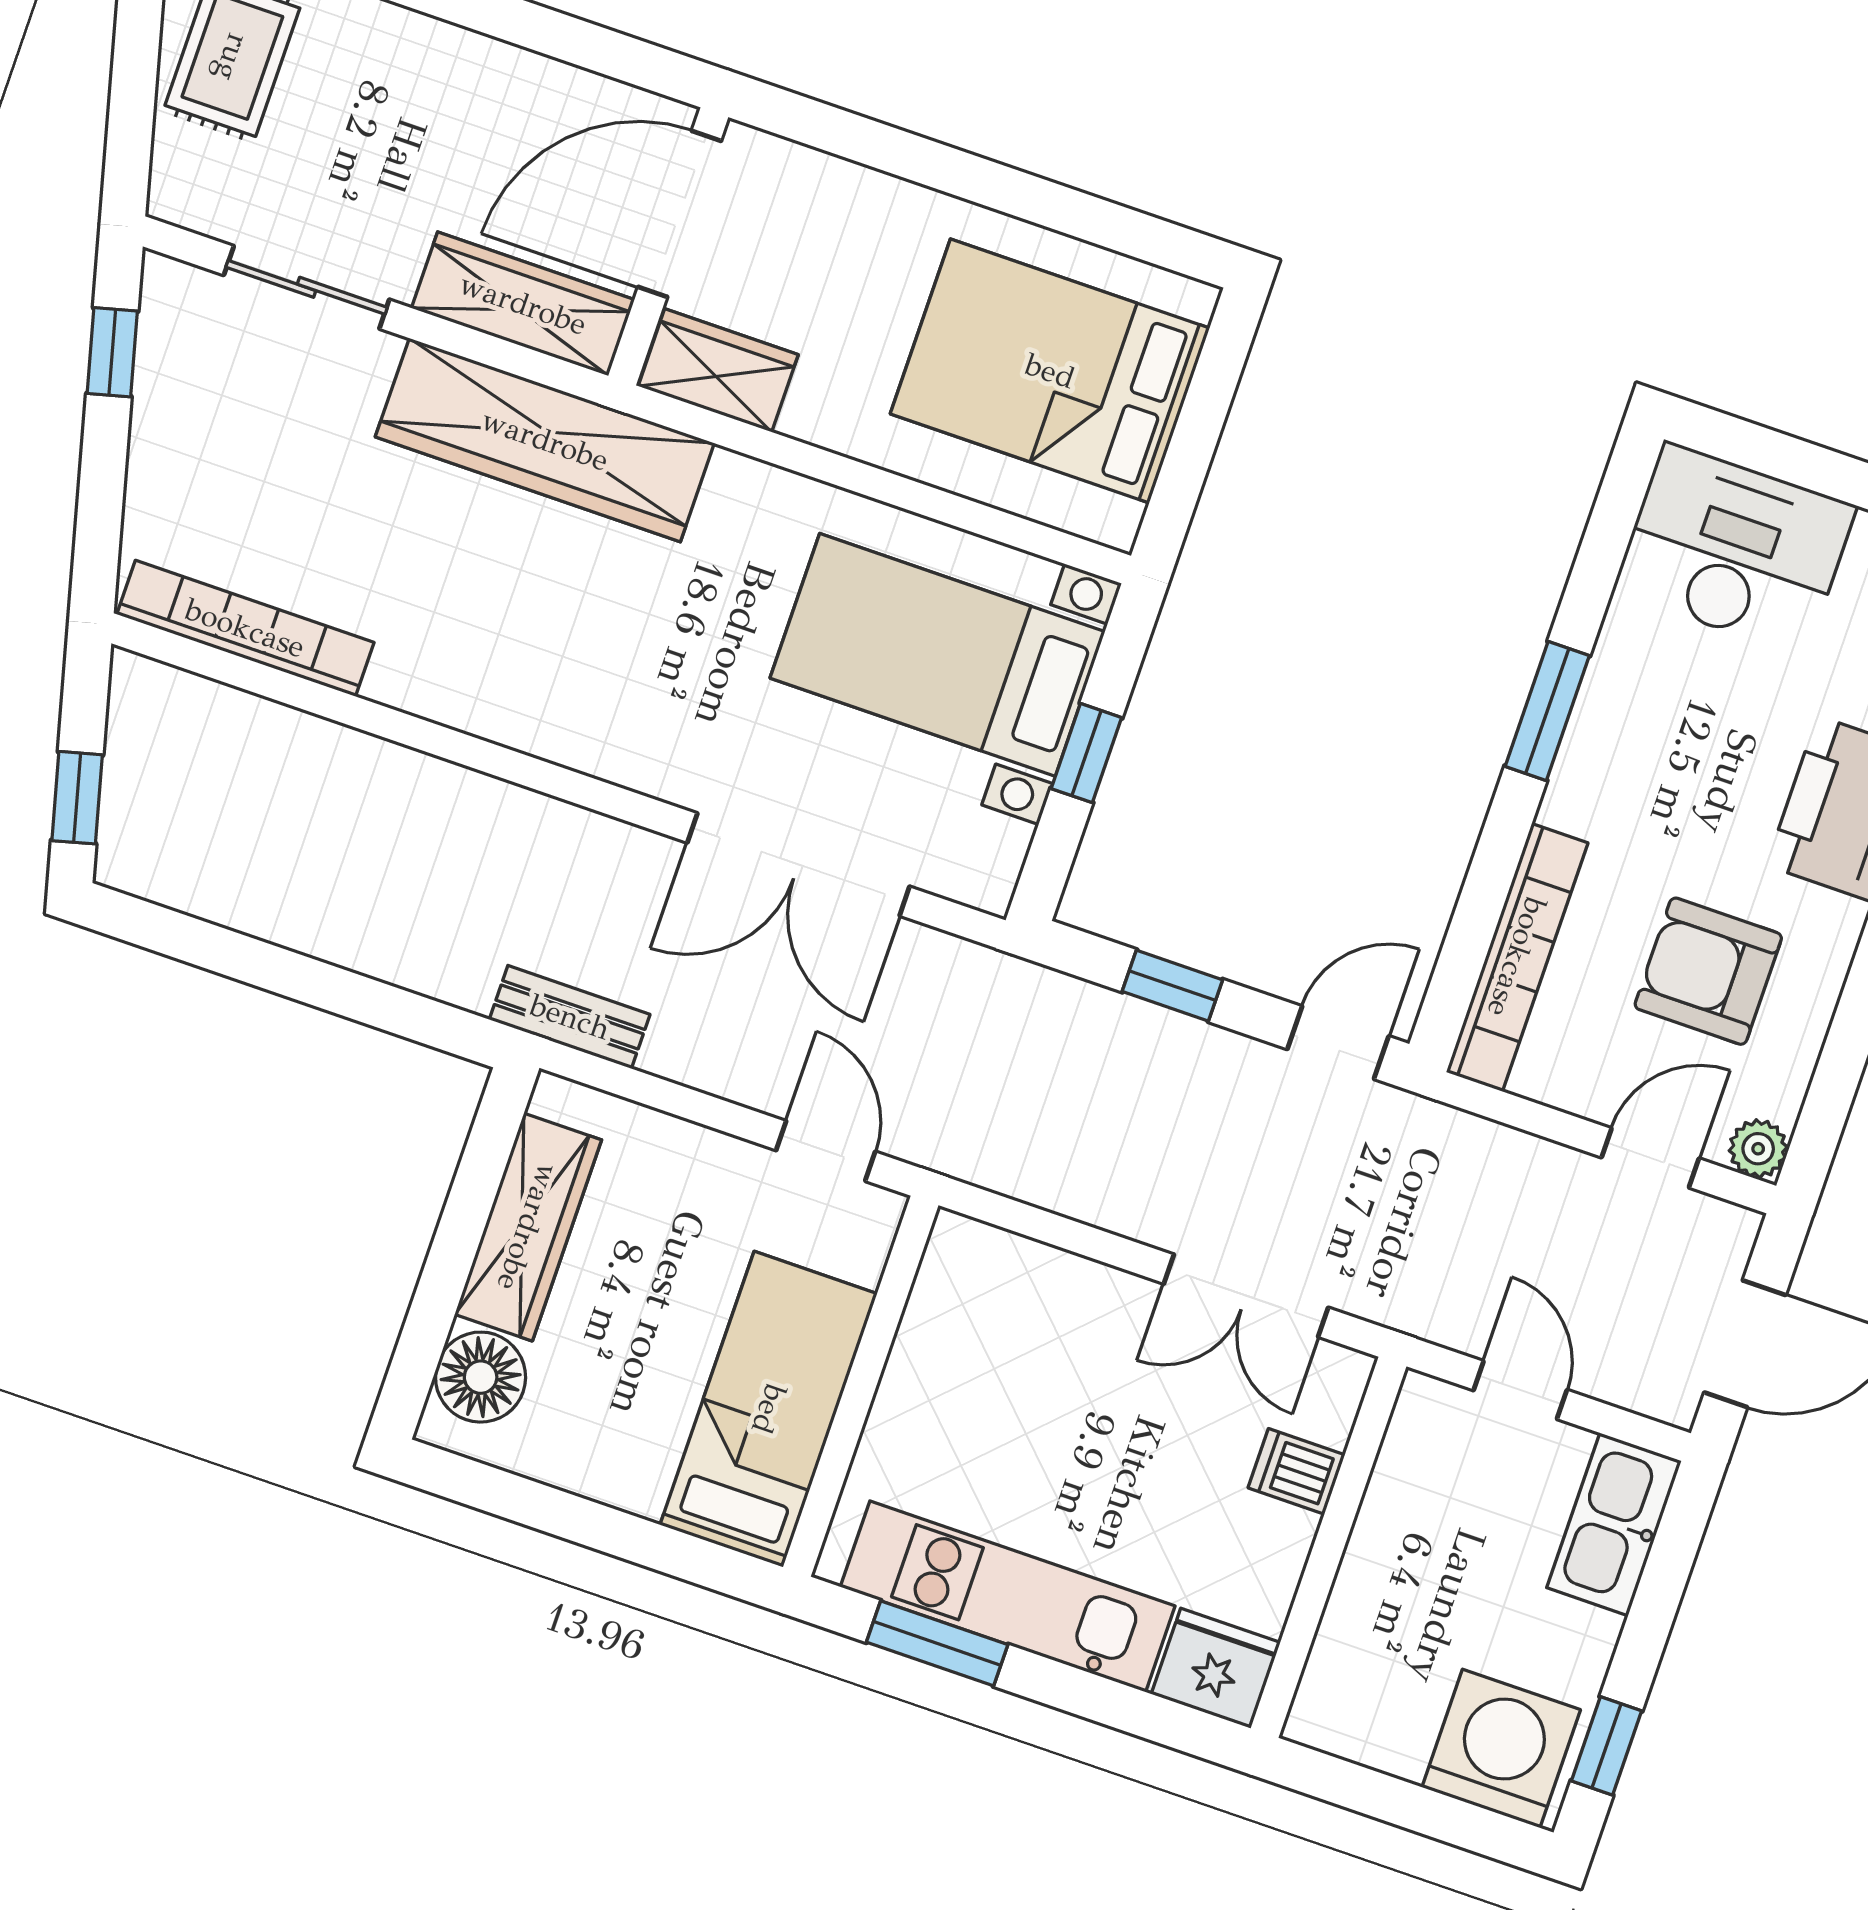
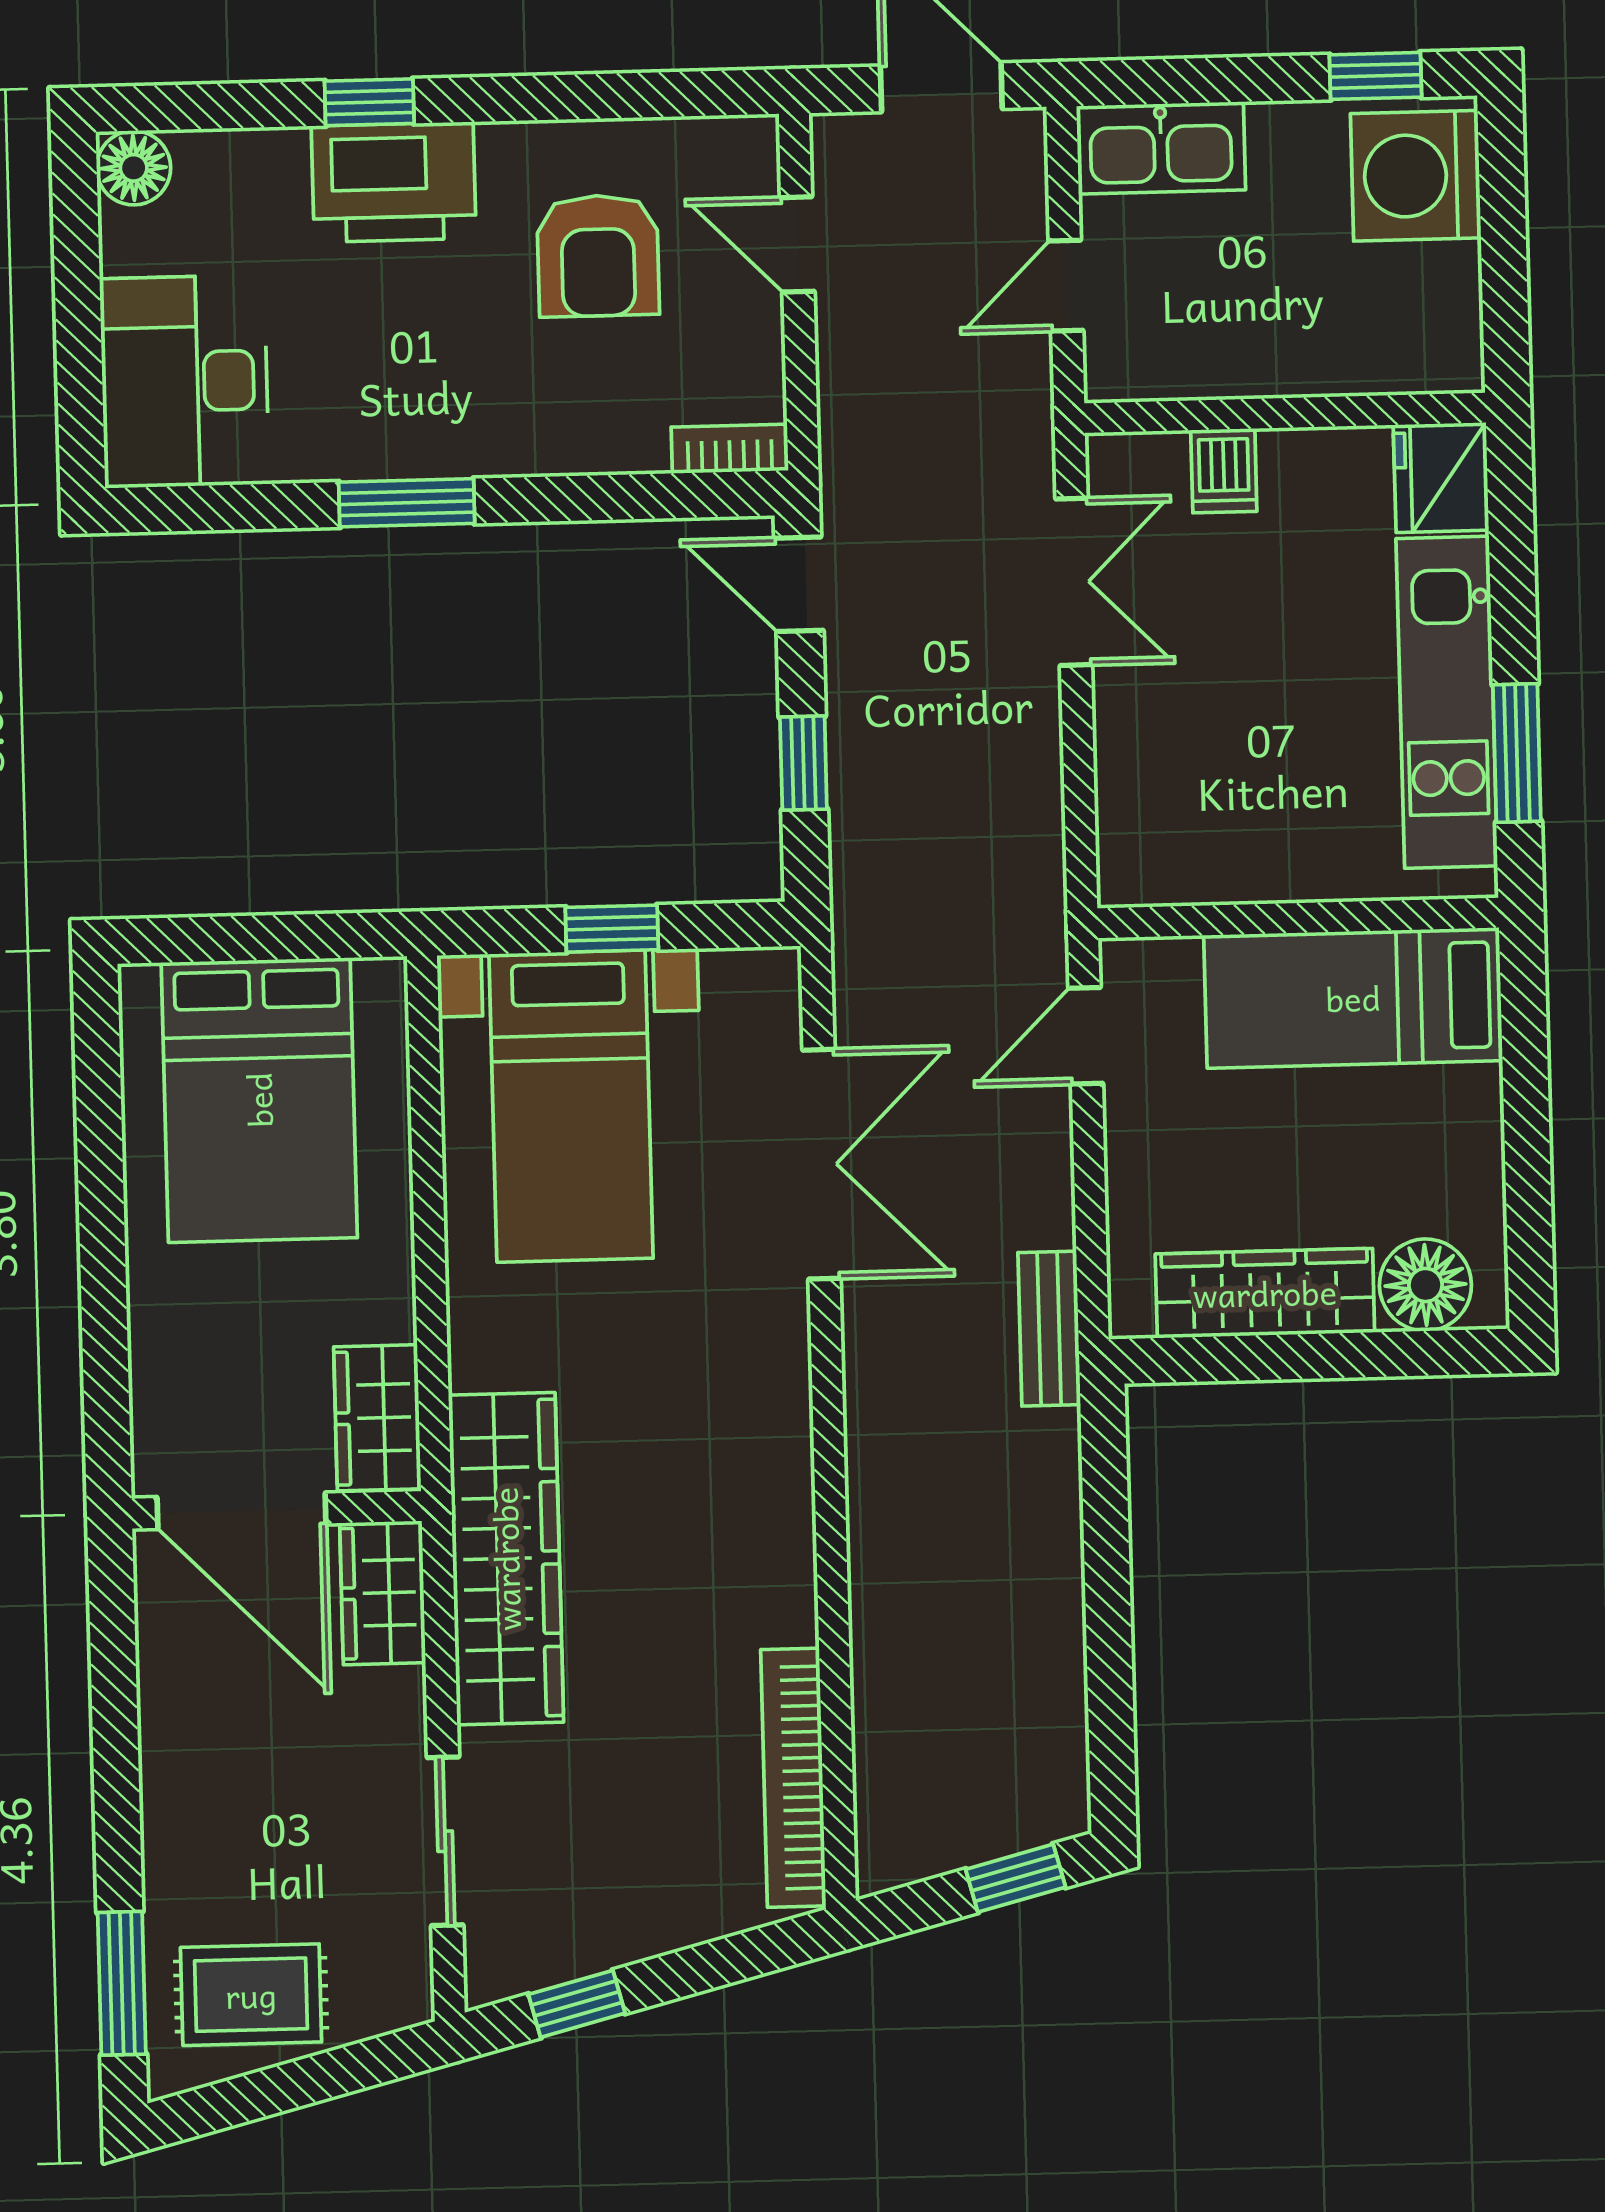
wardrobe: (523, 304) -> (383, 1593), width x0.67
bookcase: (1517, 957) -> (730, 449), width x0.43, depth x0.76
plant: (1758, 1149) -> (750, 144), removed

